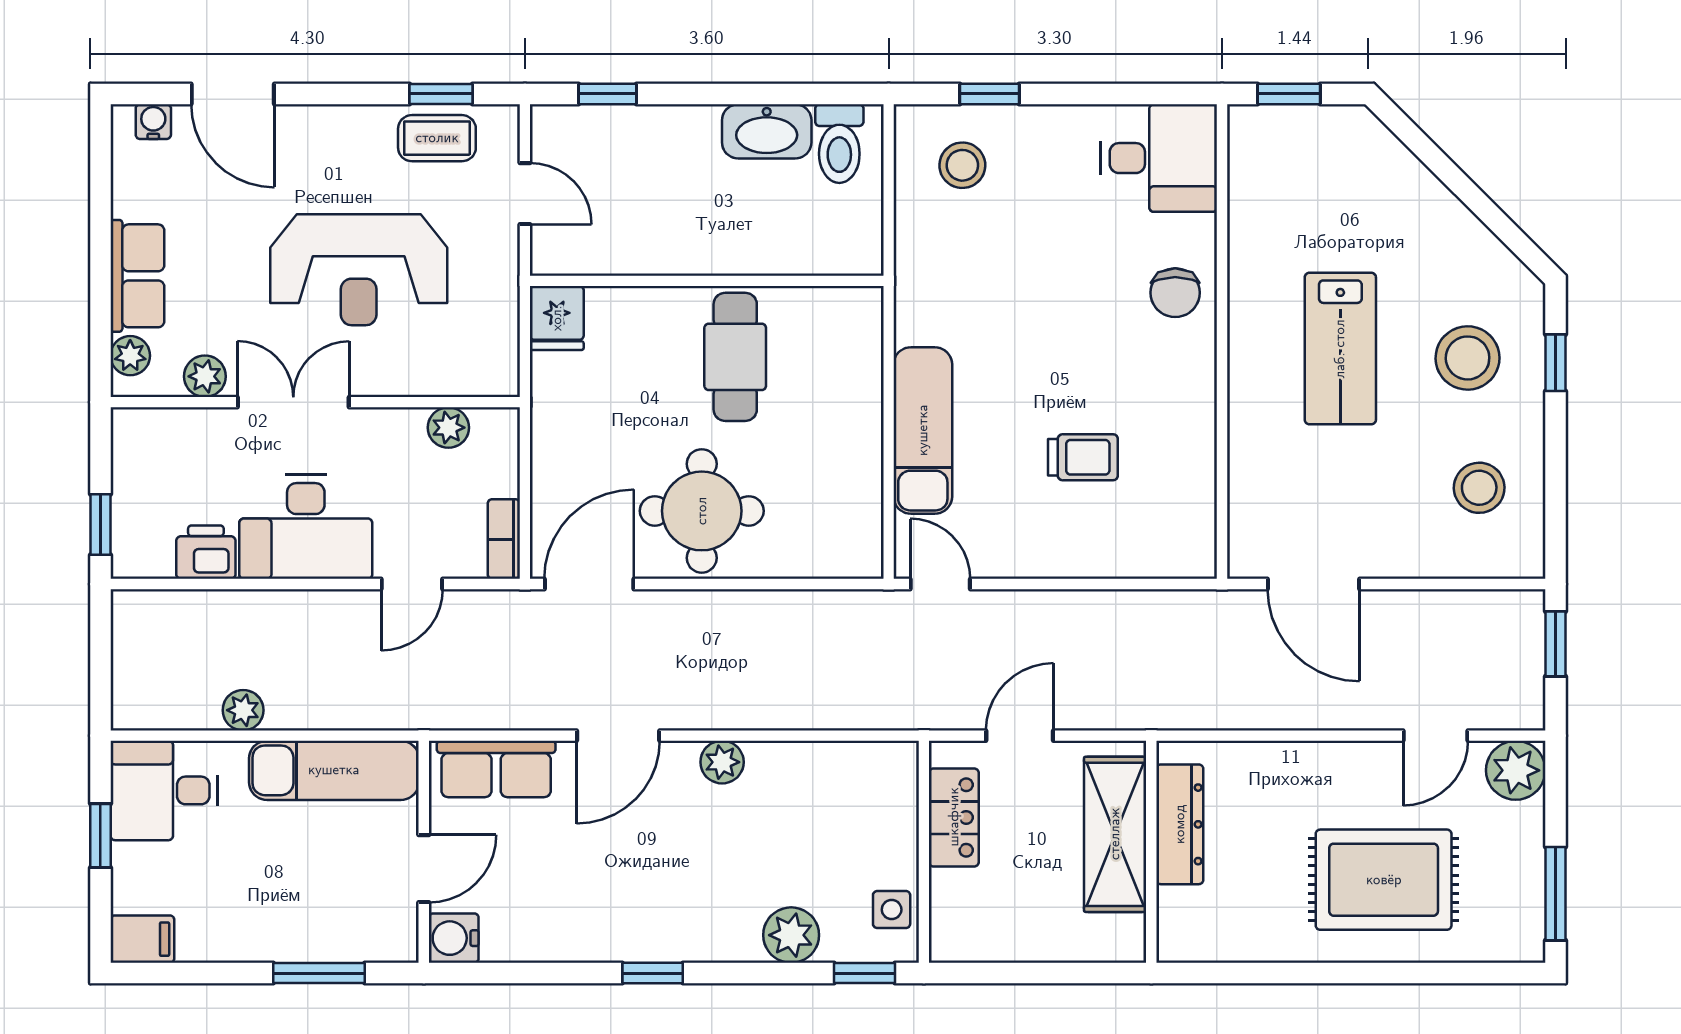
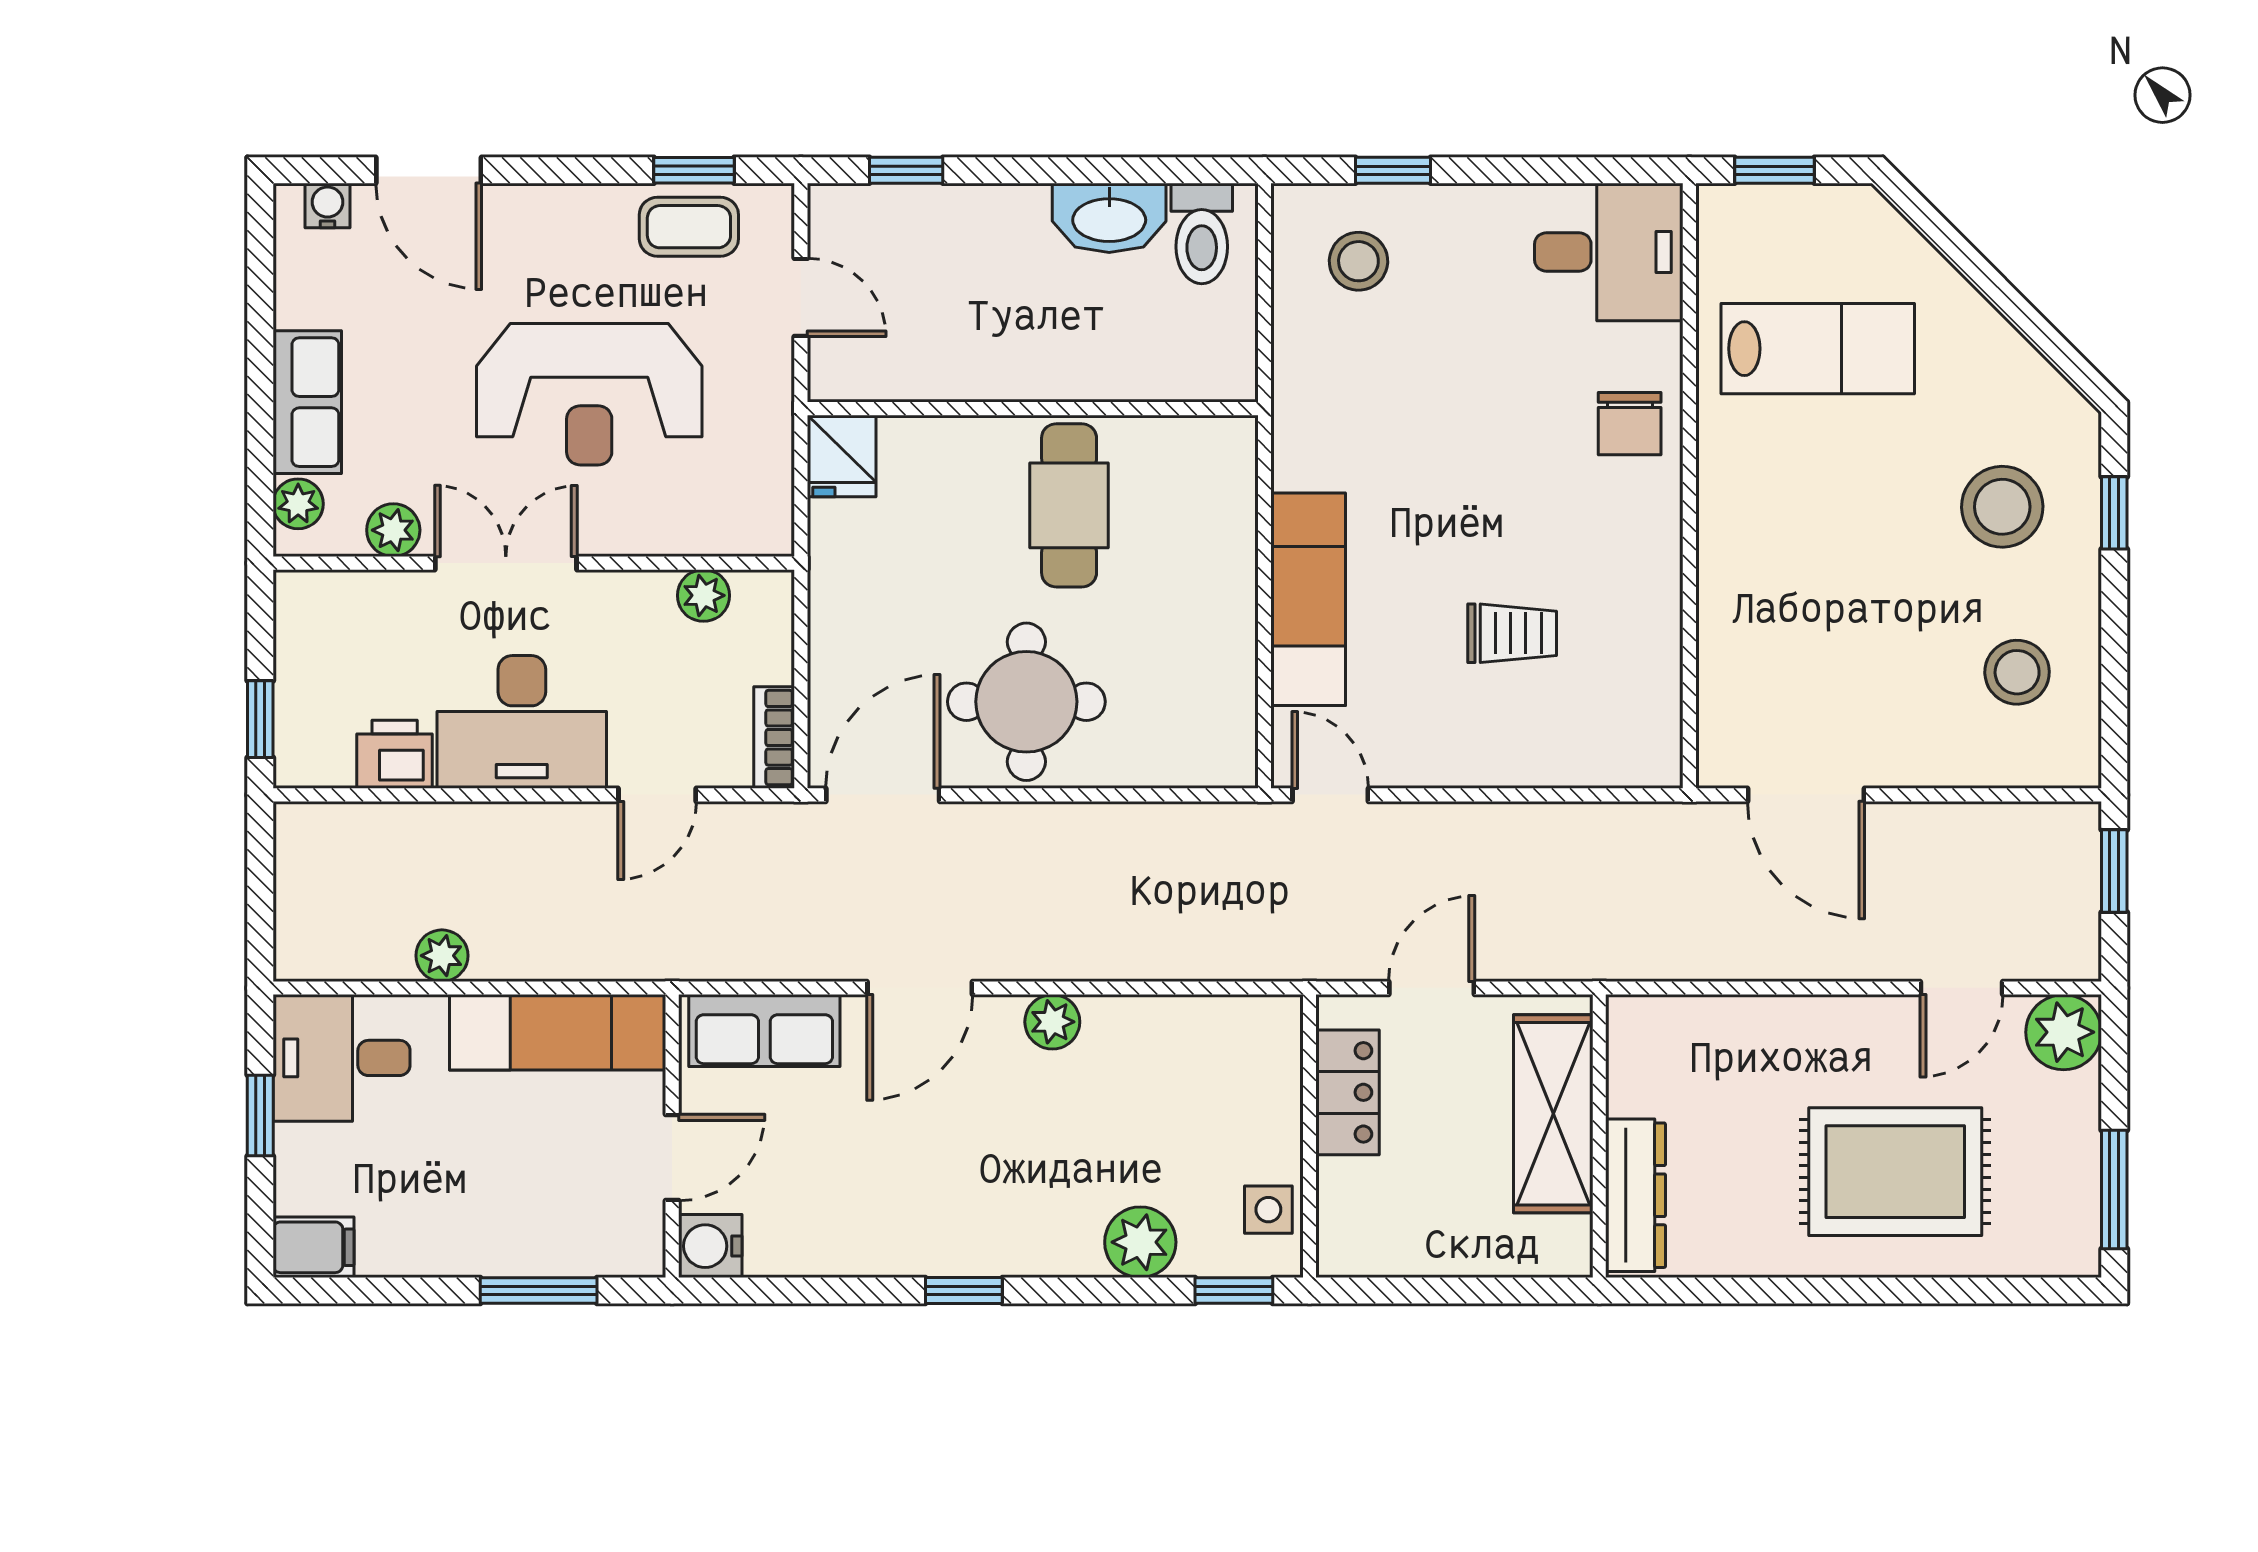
lab bench: (1340, 349) -> (1818, 349), moved, turned -90
dresser: (1180, 824) -> (1636, 1195), moved

